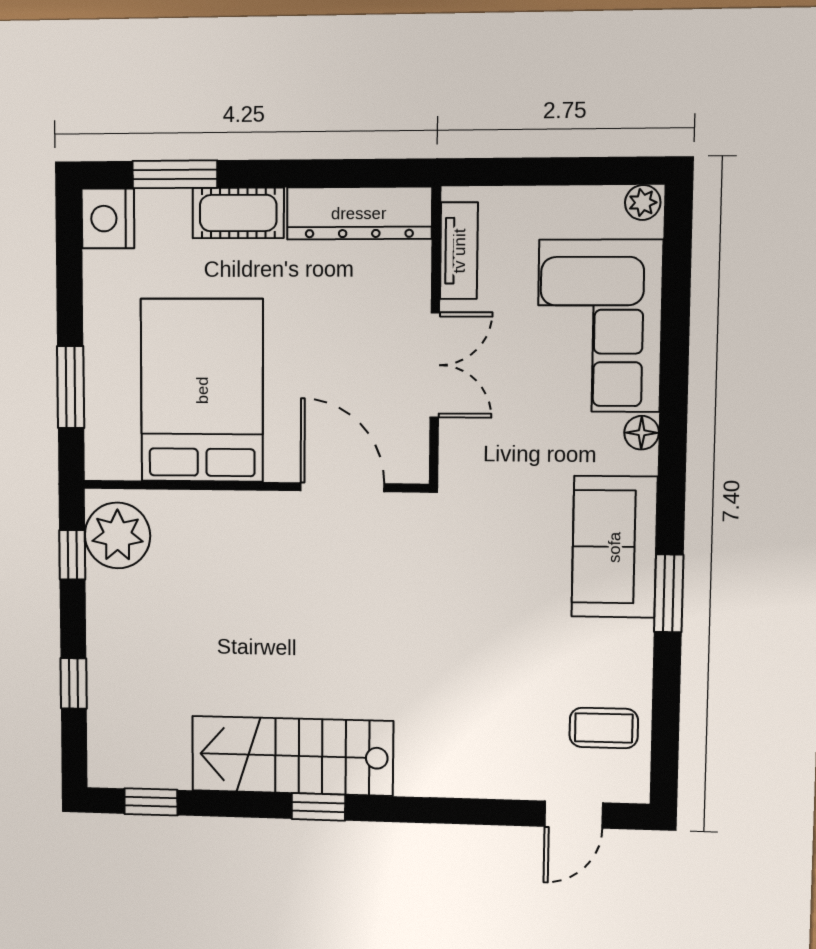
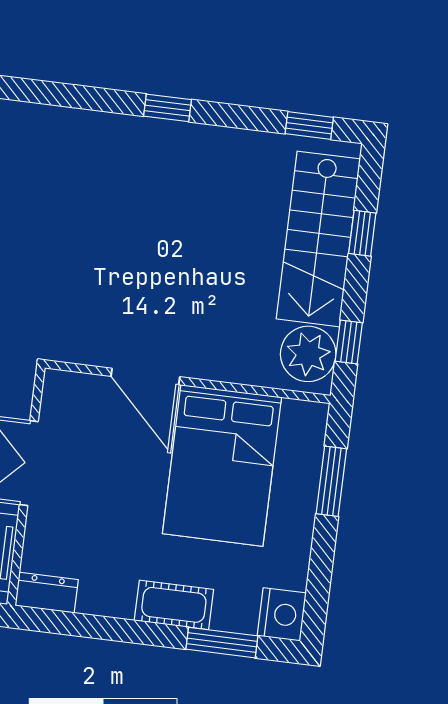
dresser: (359, 213) -> (47, 593), width x0.51, depth x0.80
door: (342, 487) -> (145, 376), moved
stairs: (292, 756) -> (318, 239), moved, turned 90

